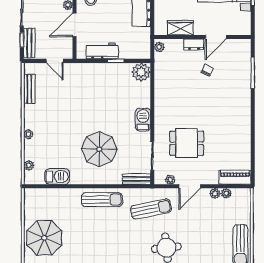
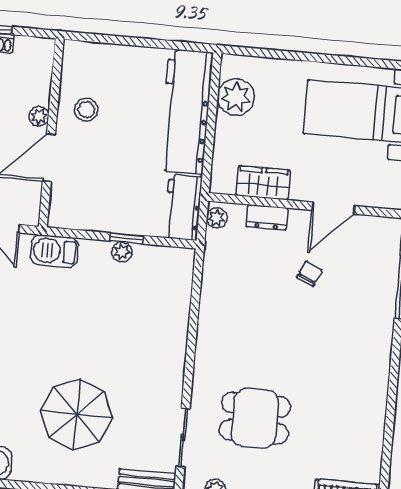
dresser: (194, 44) -> (267, 217), moved
workbench: (102, 51) -> (183, 207), moved, turned -90
plant: (141, 72) -> (122, 252), moved, width x0.53, depth x0.53
barbecue: (143, 120) -> (54, 251), moved, turned -90

